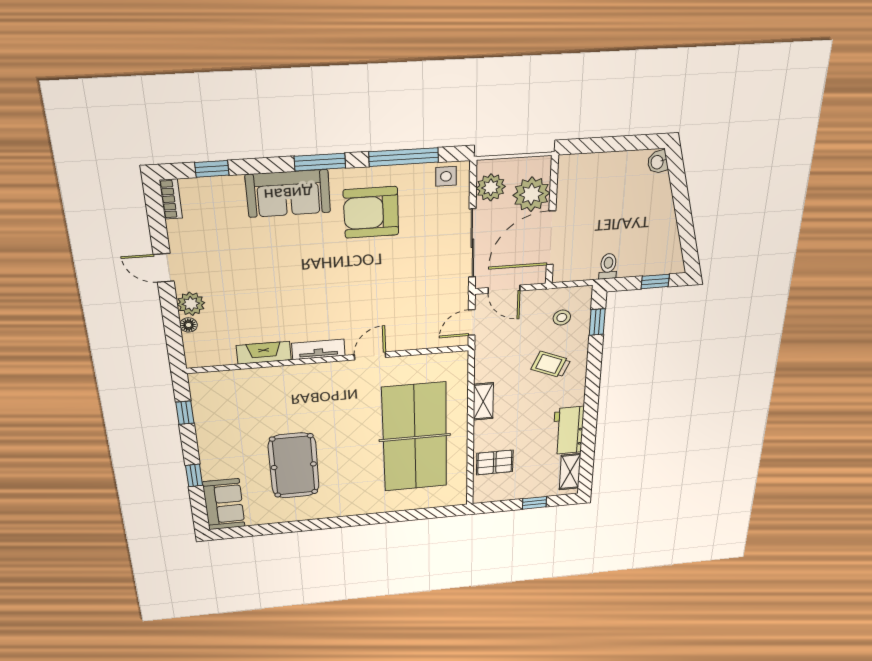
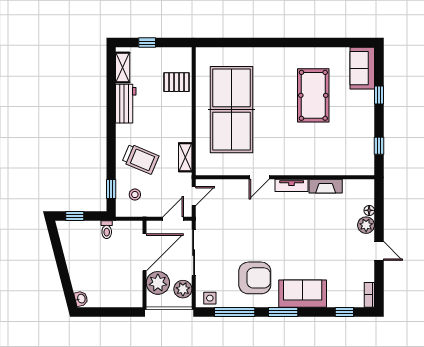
door: (504, 289) -> (173, 219), hinge flipped
trolley: (551, 364) -> (140, 159), width x1.36, depth x1.39
shelving: (483, 401) -> (185, 157), moved

